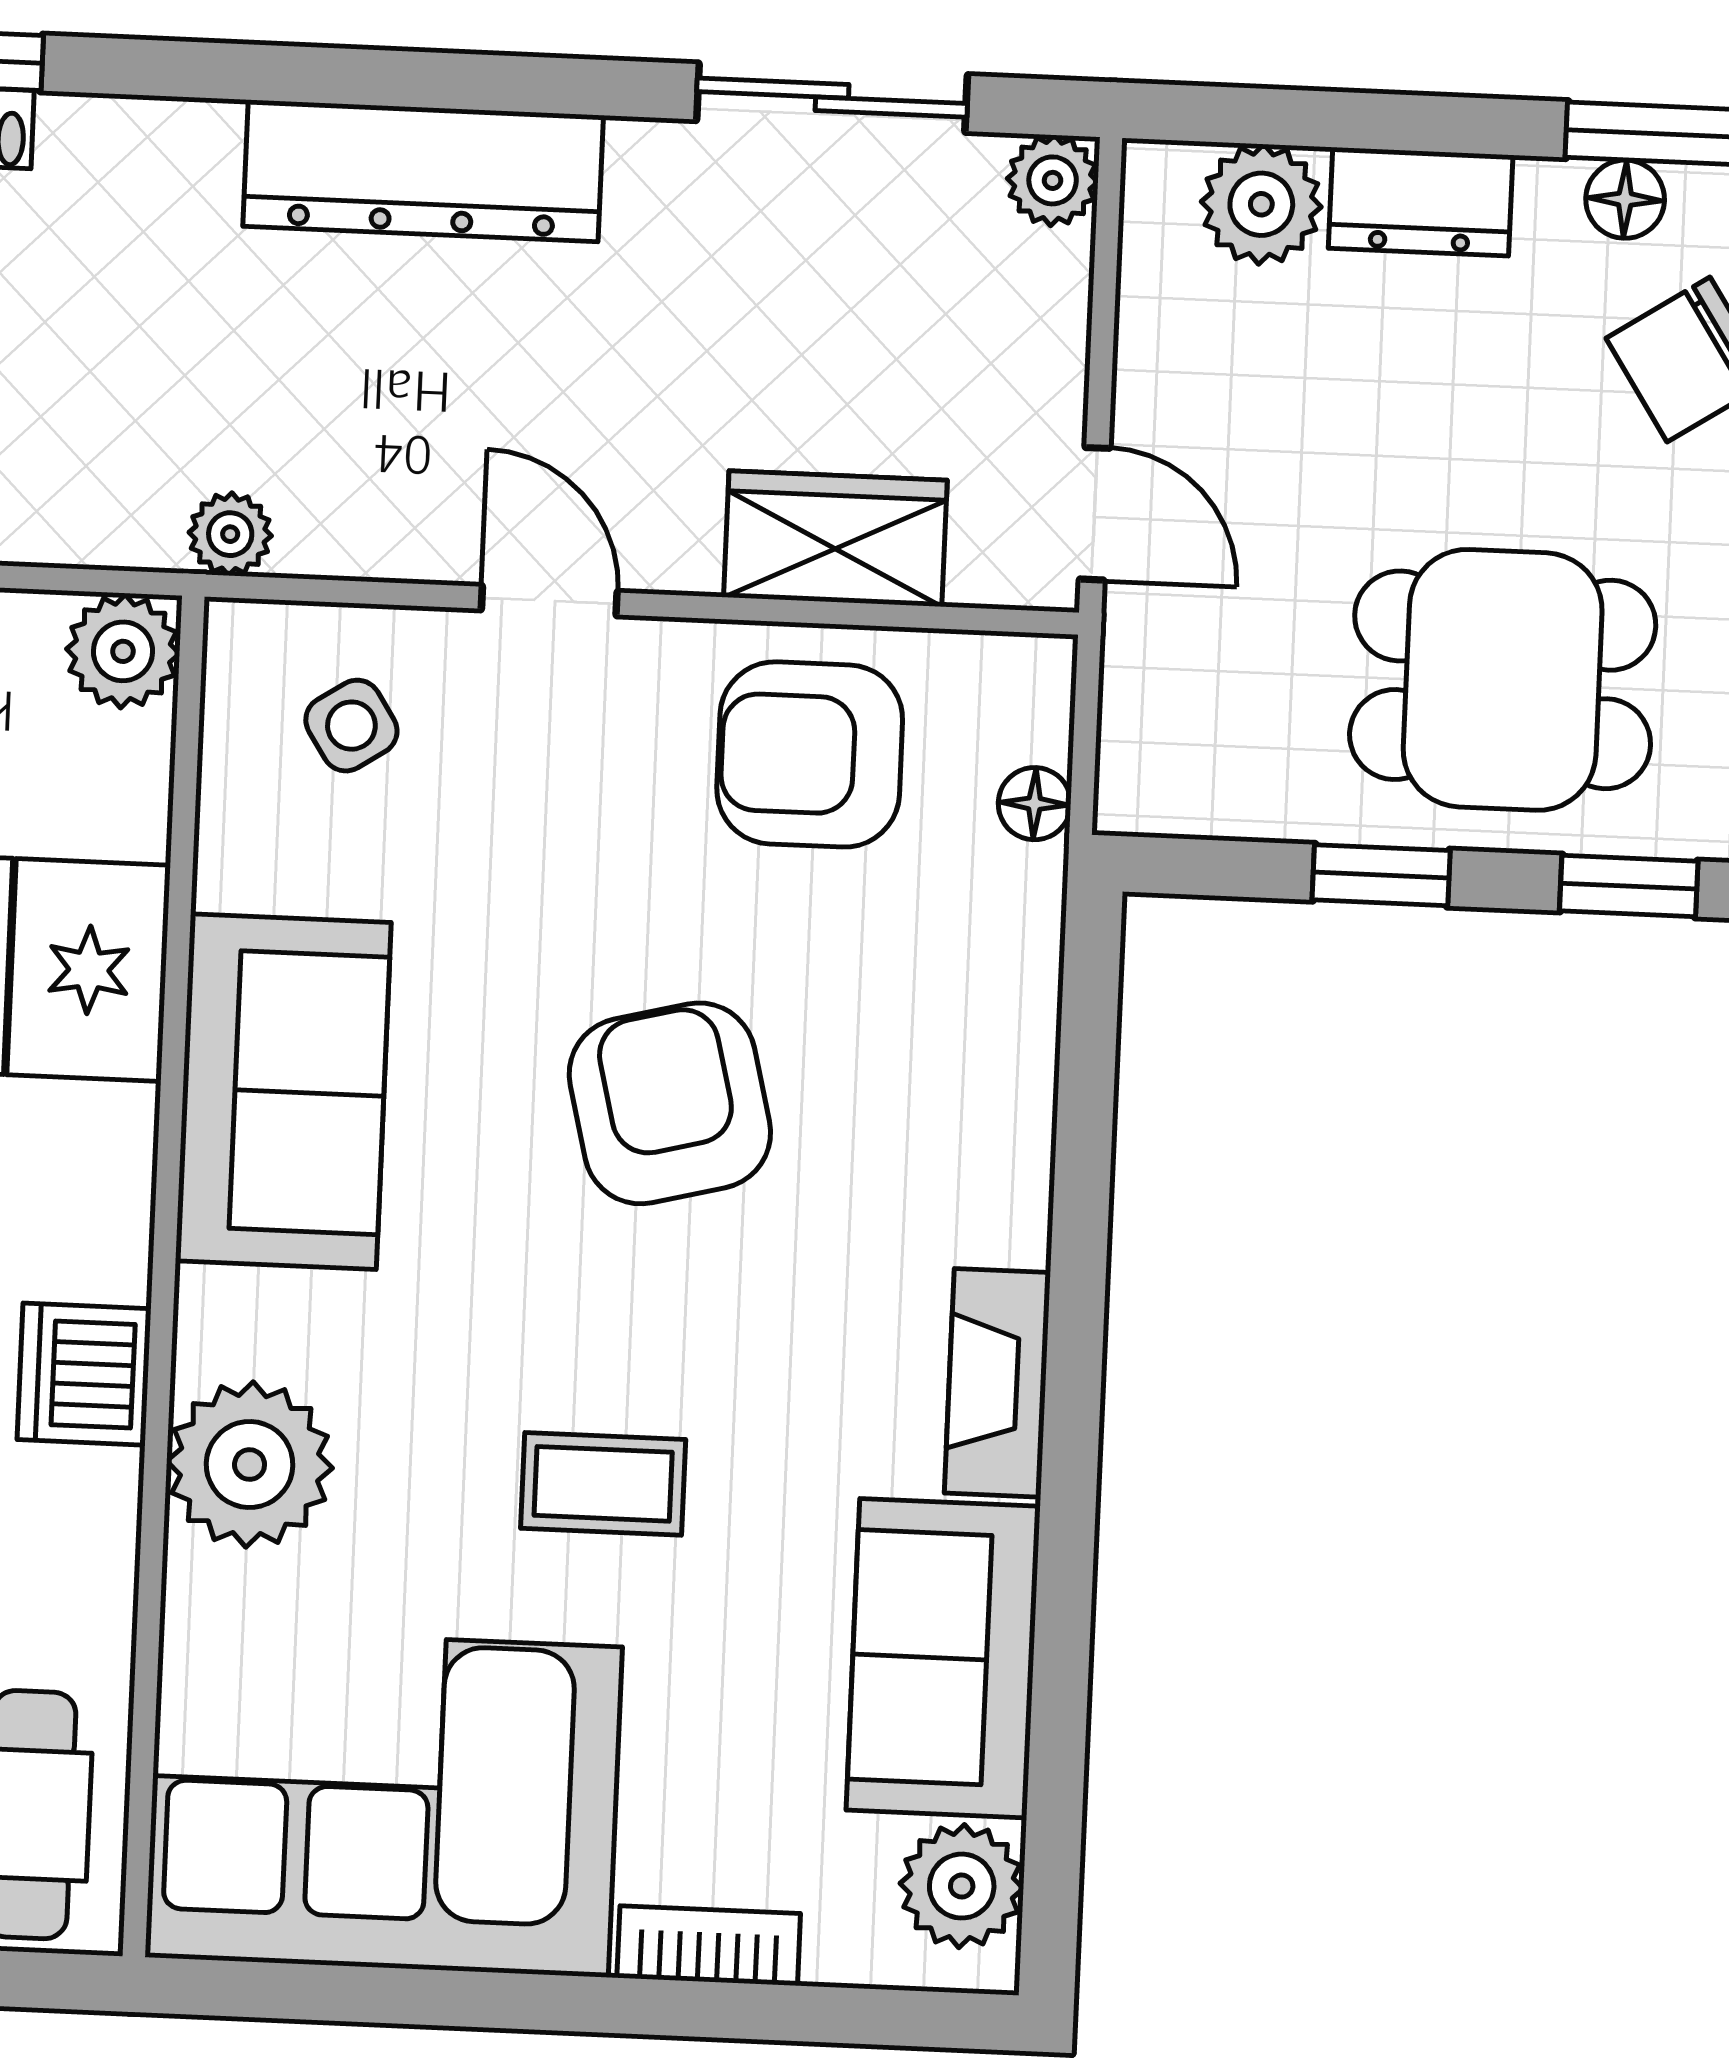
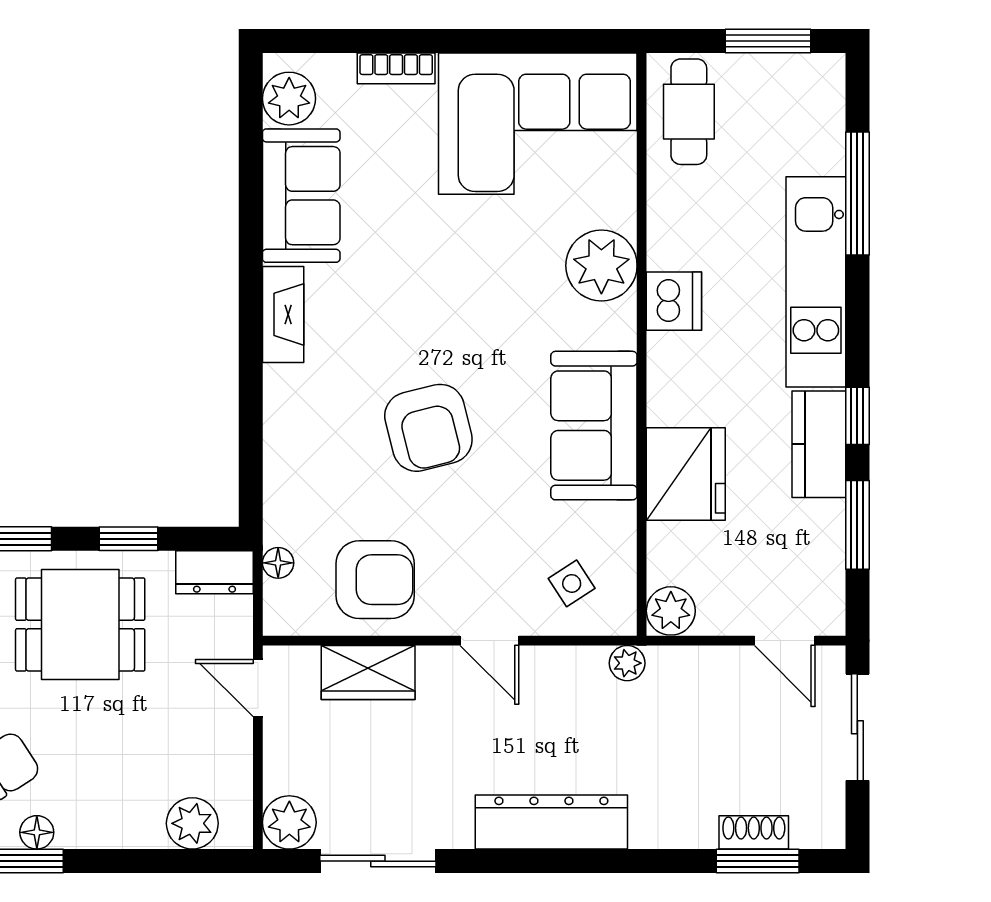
plant: (1053, 180) -> (289, 822), width x1.38, depth x1.38
dresser: (1421, 202) -> (215, 572), moved, turned 180
coffee table: (603, 1484) -> (450, 264), removed

